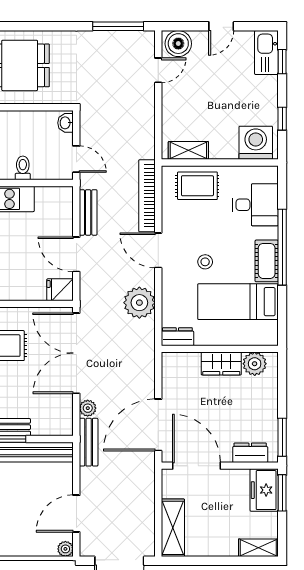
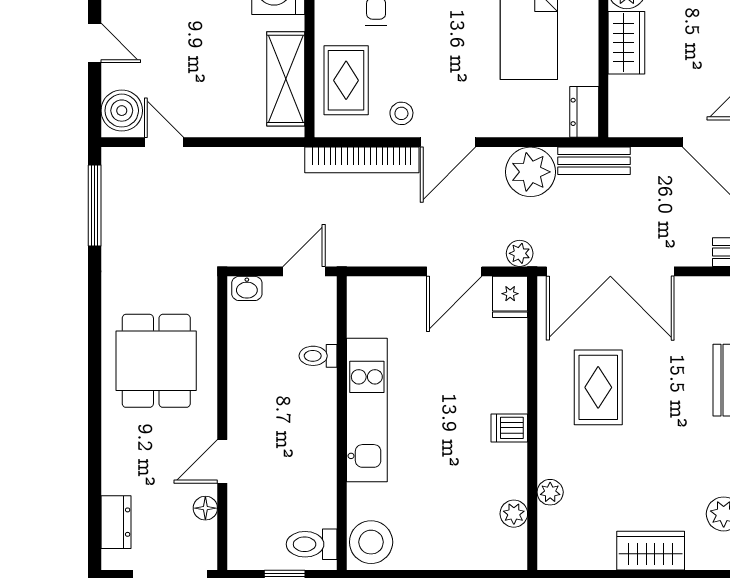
shelving: (188, 150) -> (286, 79), width x1.50, depth x1.33
bench: (88, 212) -> (594, 161), moved
stool: (205, 262) -> (401, 113), moved
plant: (88, 408) -> (520, 253), moved

